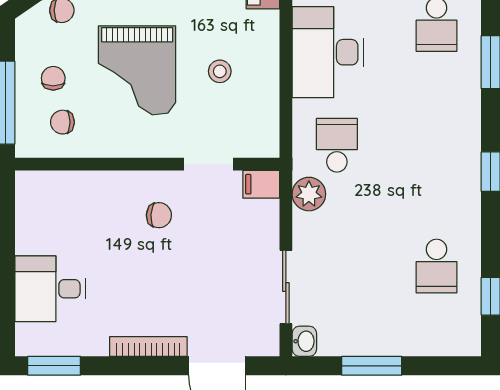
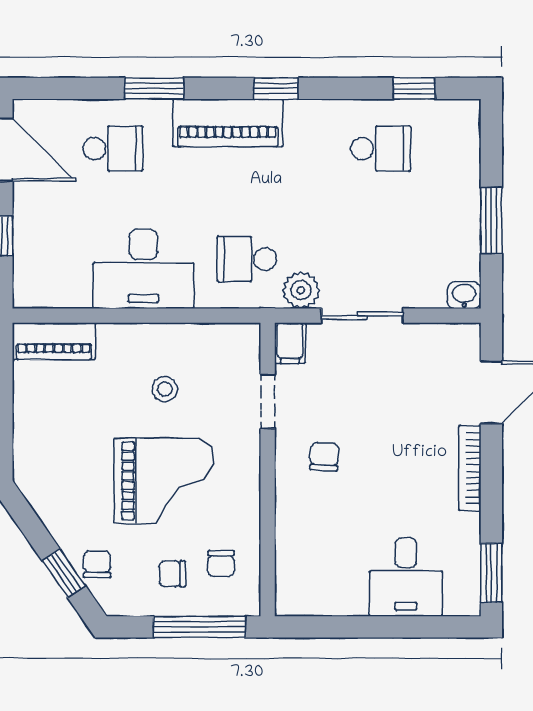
piano: (460, 128) -> (228, 123), added
sliding door: (286, 287) -> (362, 316), moved

